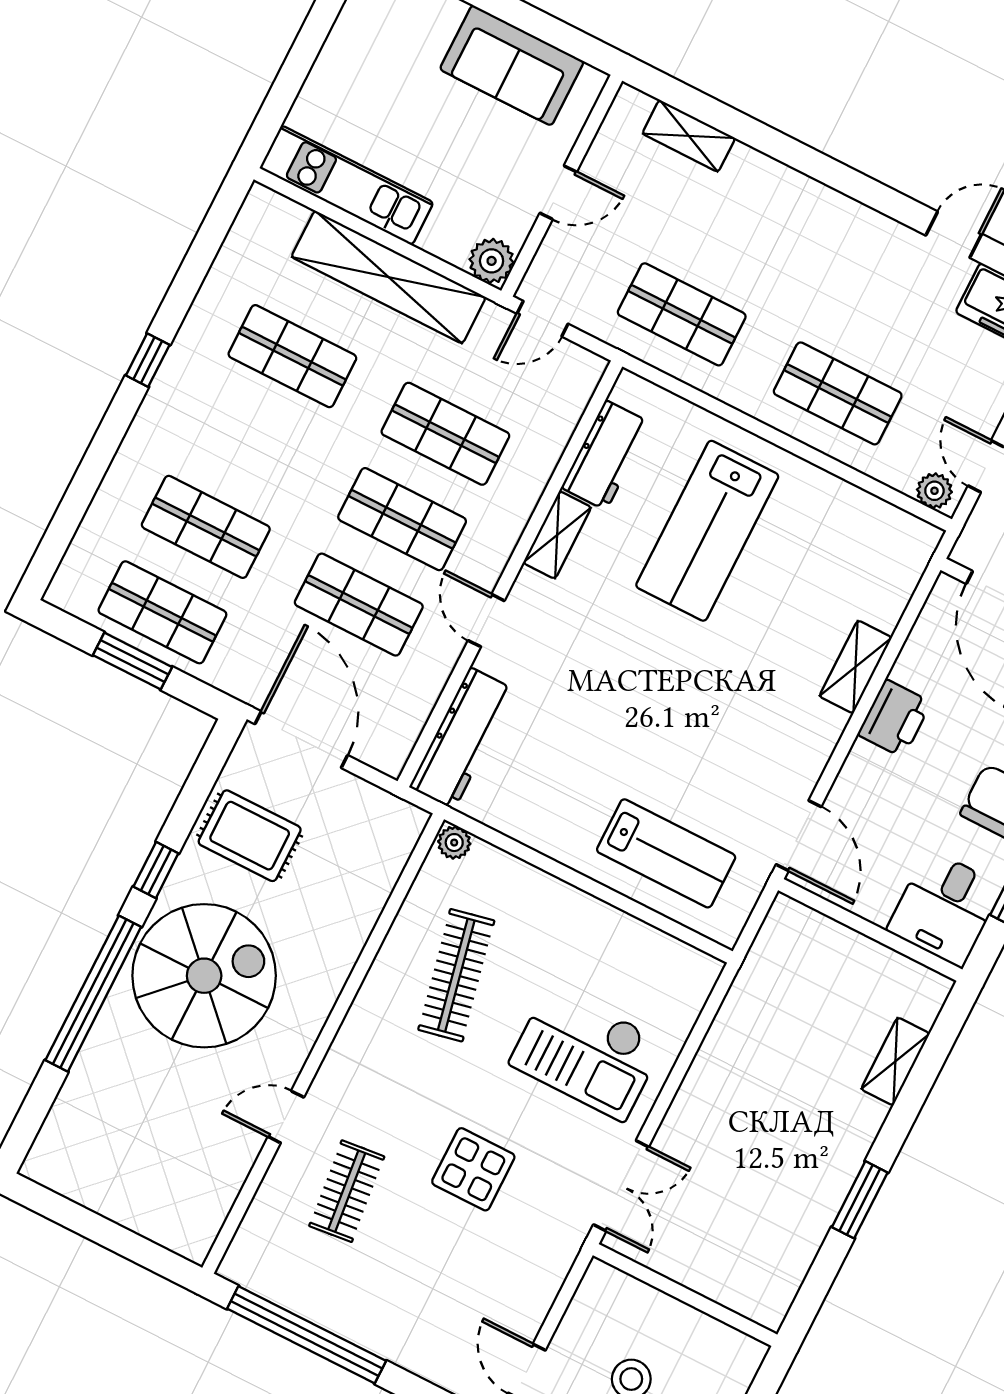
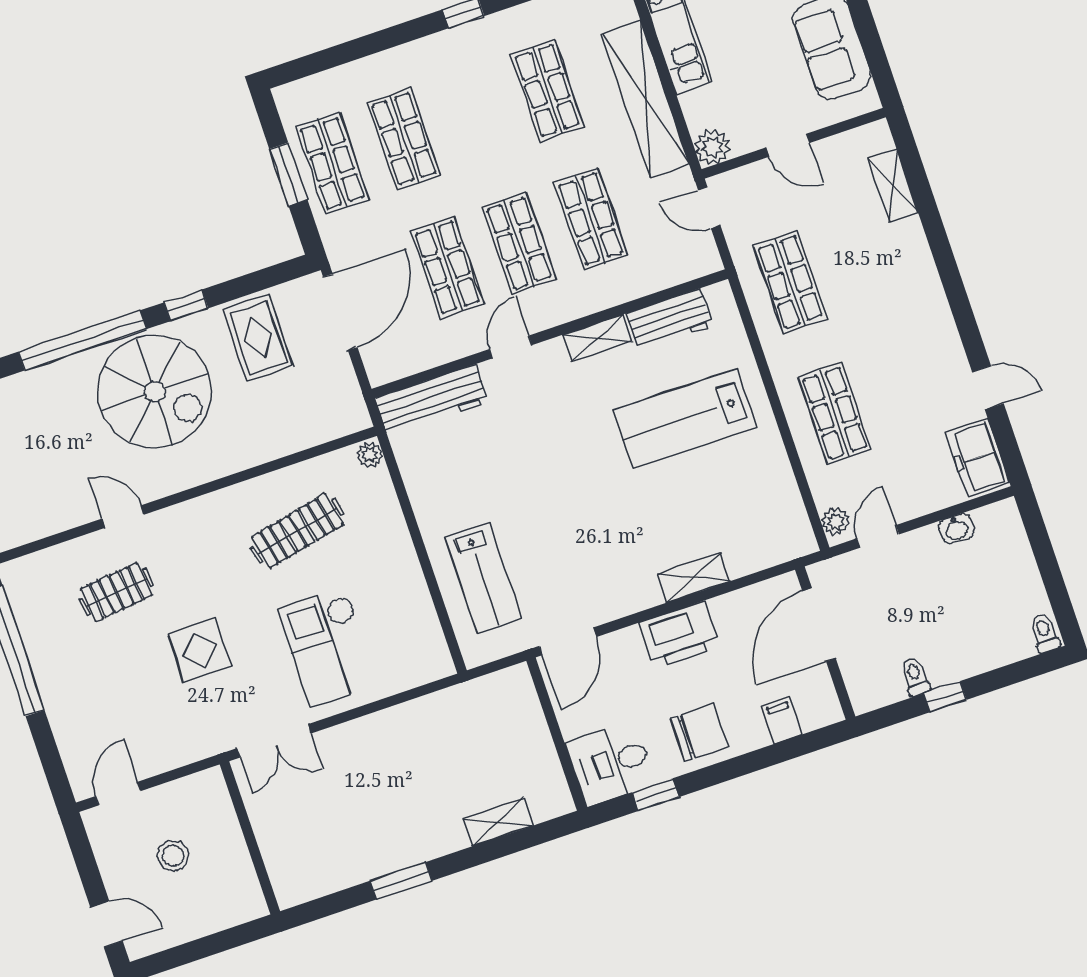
printer: (894, 718) -> (679, 635), width x1.37, depth x1.19

